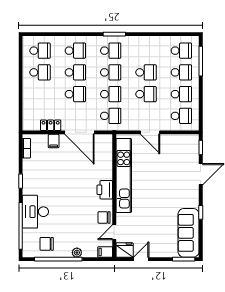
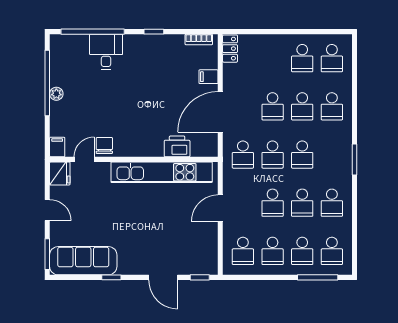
school desk: (111, 51) -> (332, 203), moved
locker: (51, 125) -> (230, 49), moved
printer: (105, 190) -> (177, 146), moved
desk: (35, 212) -> (106, 52), width x0.73
door: (114, 232) -> (84, 159), hinge flipped
chair: (47, 244) -> (68, 67), removed
plant: (77, 253) -> (56, 94), moved
door: (141, 259) -> (47, 210), moved

